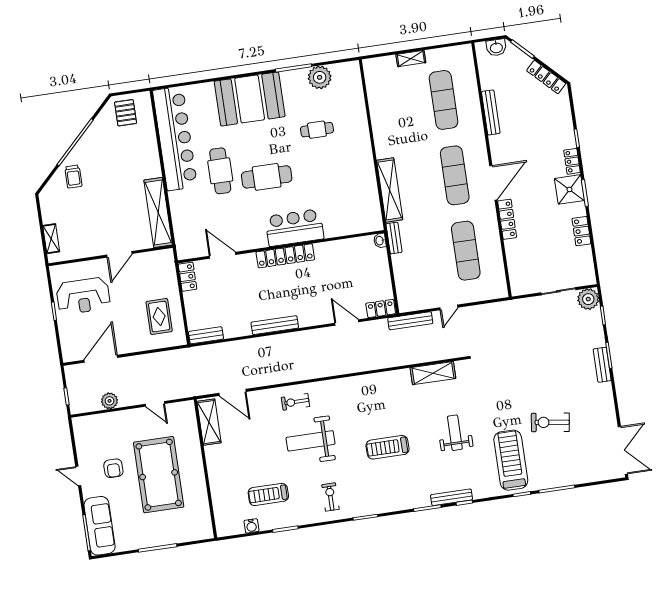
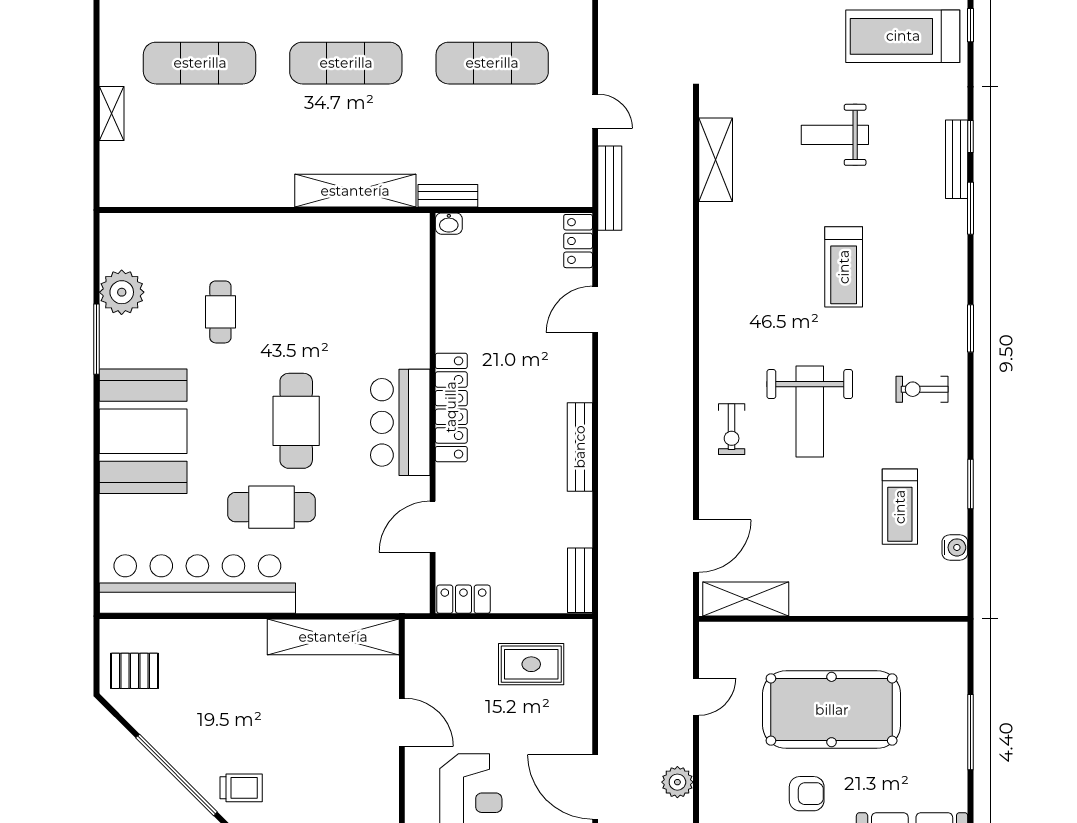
bar counter: (294, 228) -> (400, 422), moved

